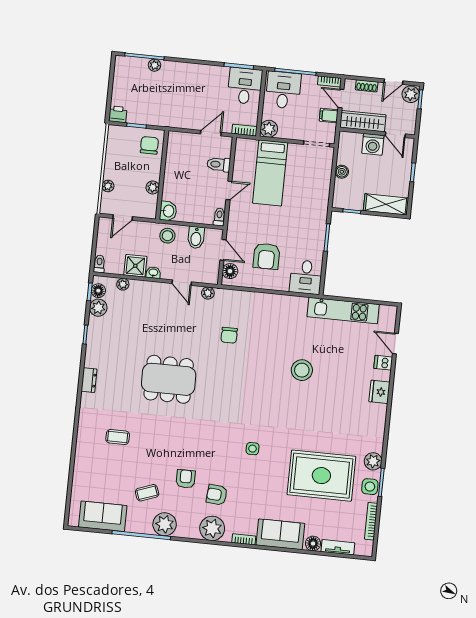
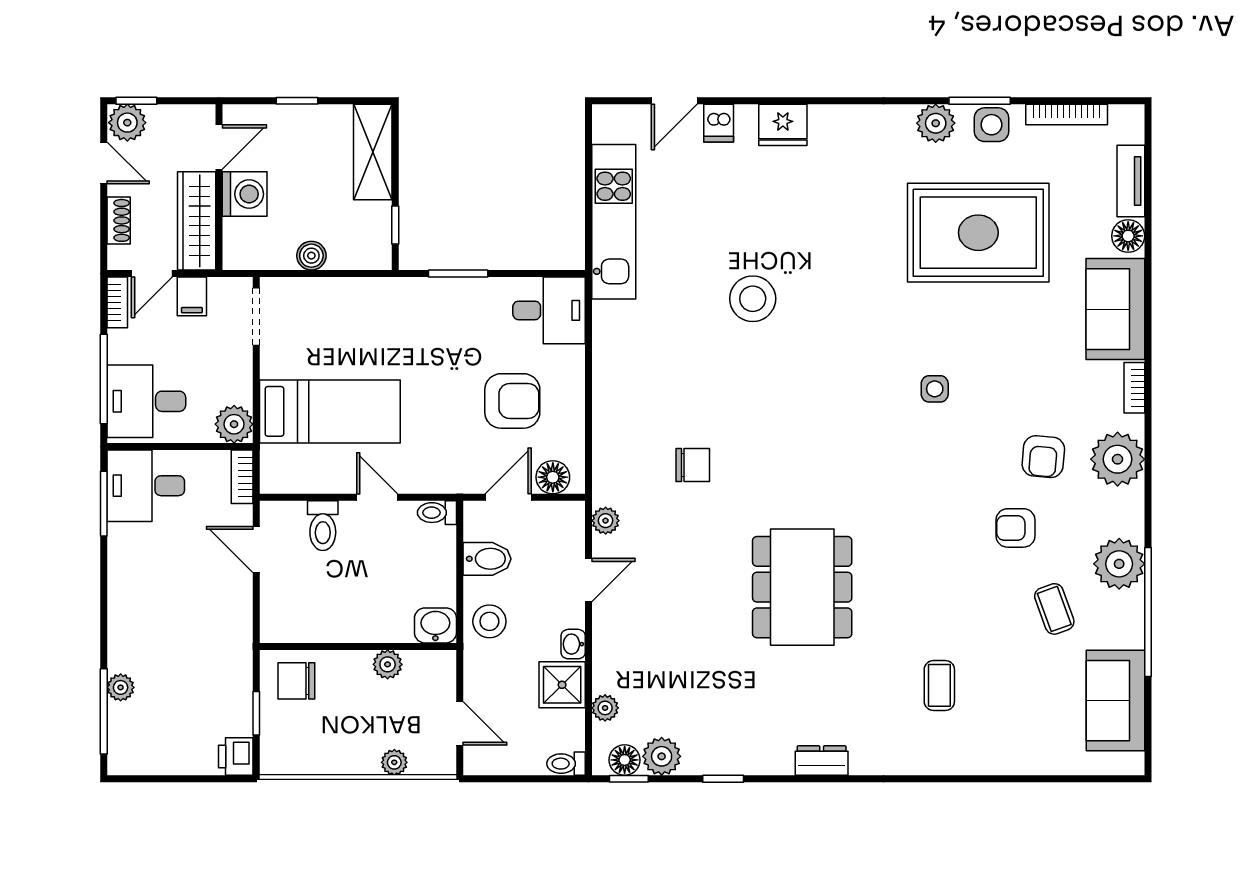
rug: (321, 476) -> (978, 233), turned 90

